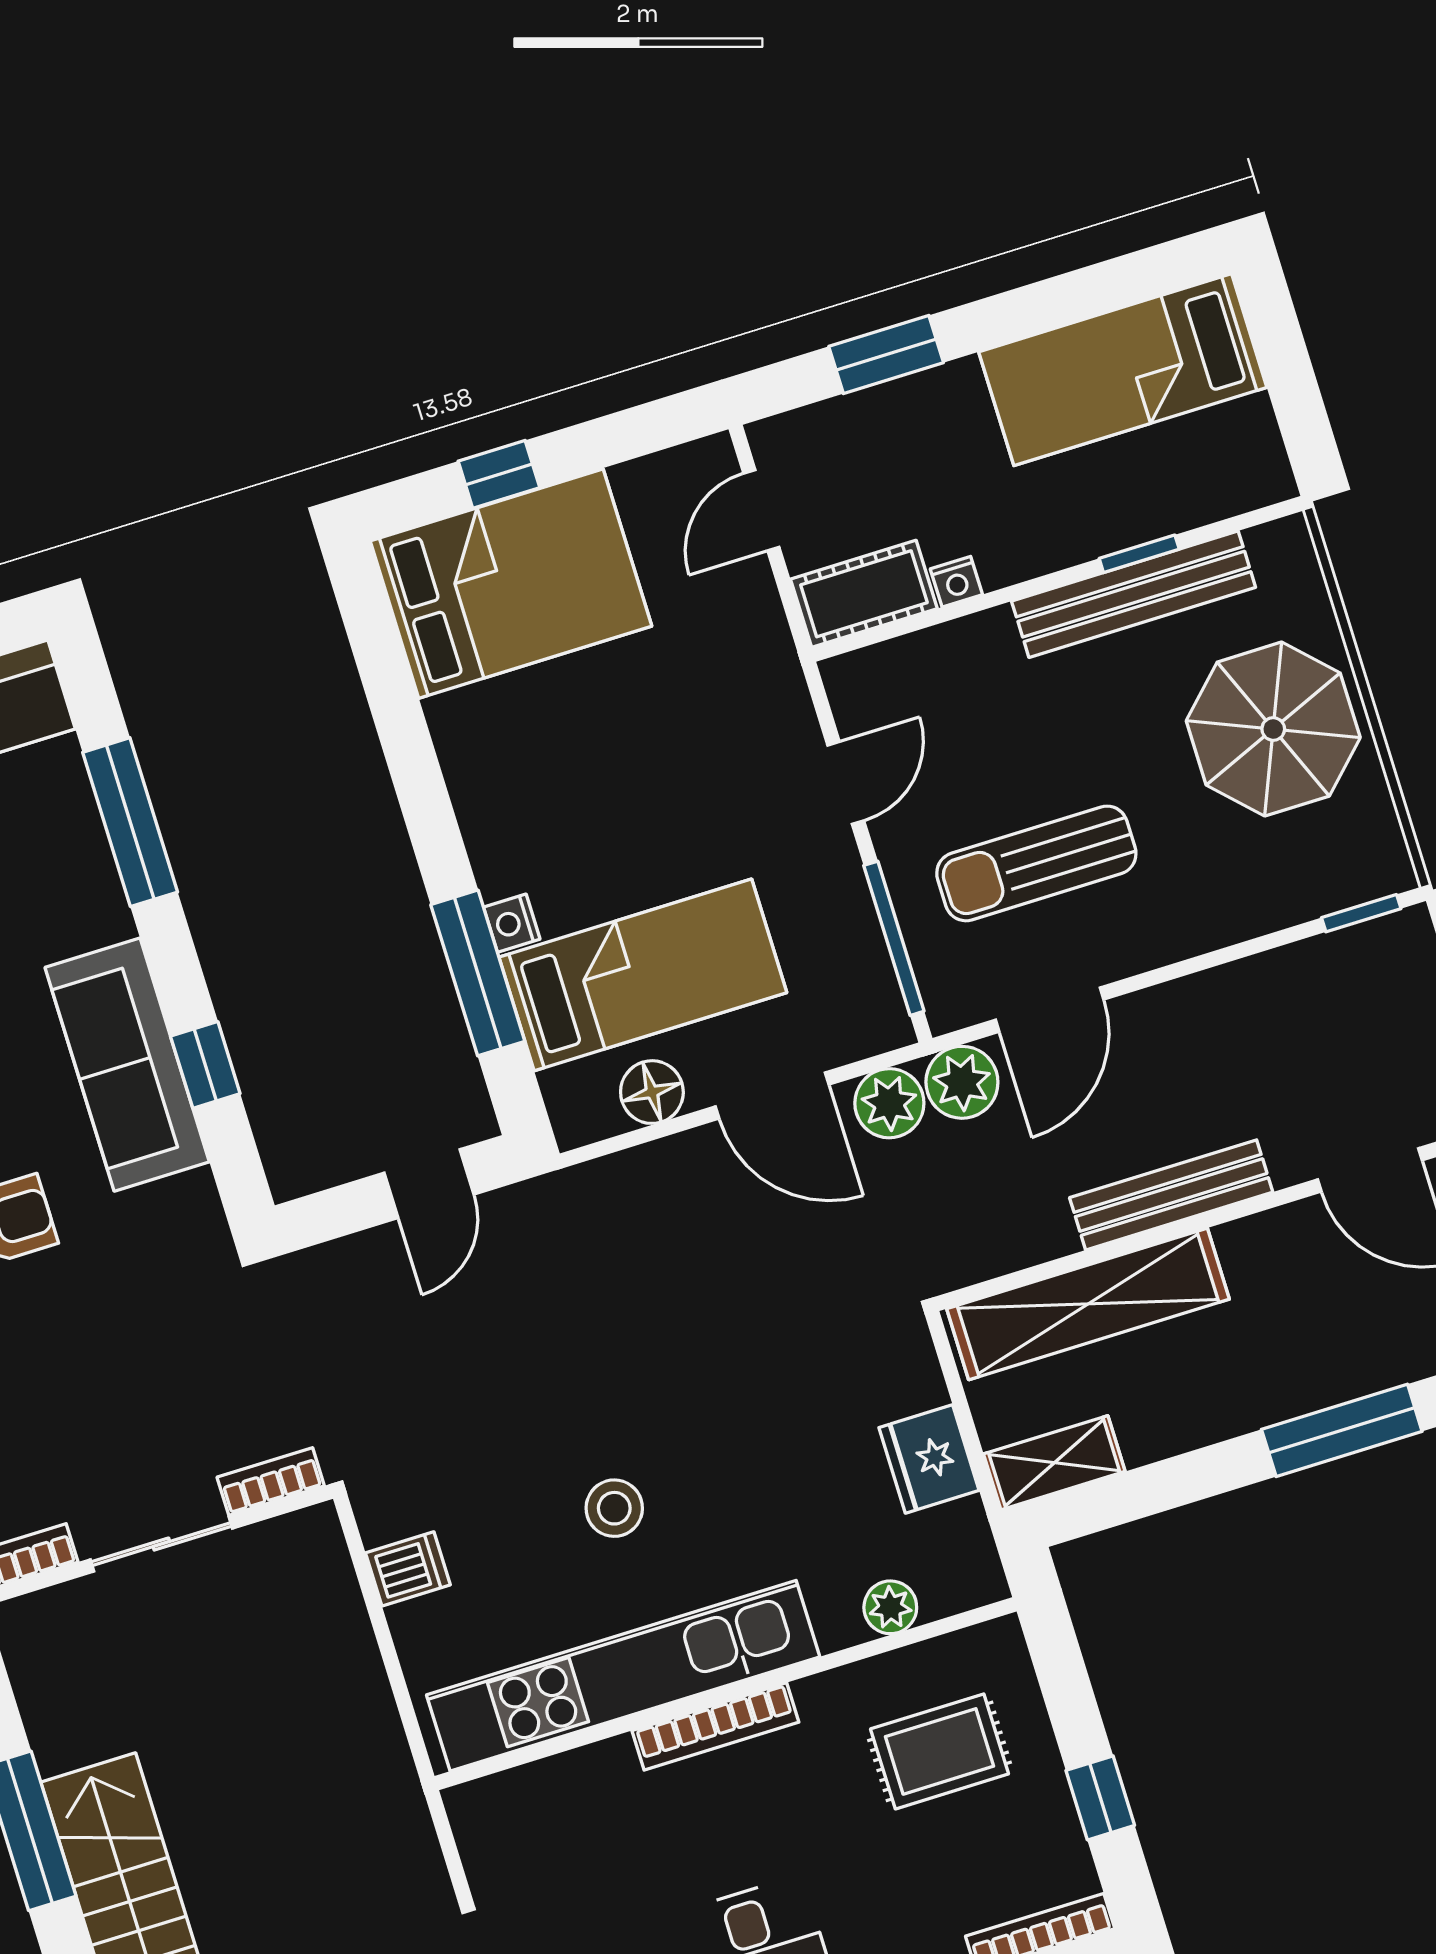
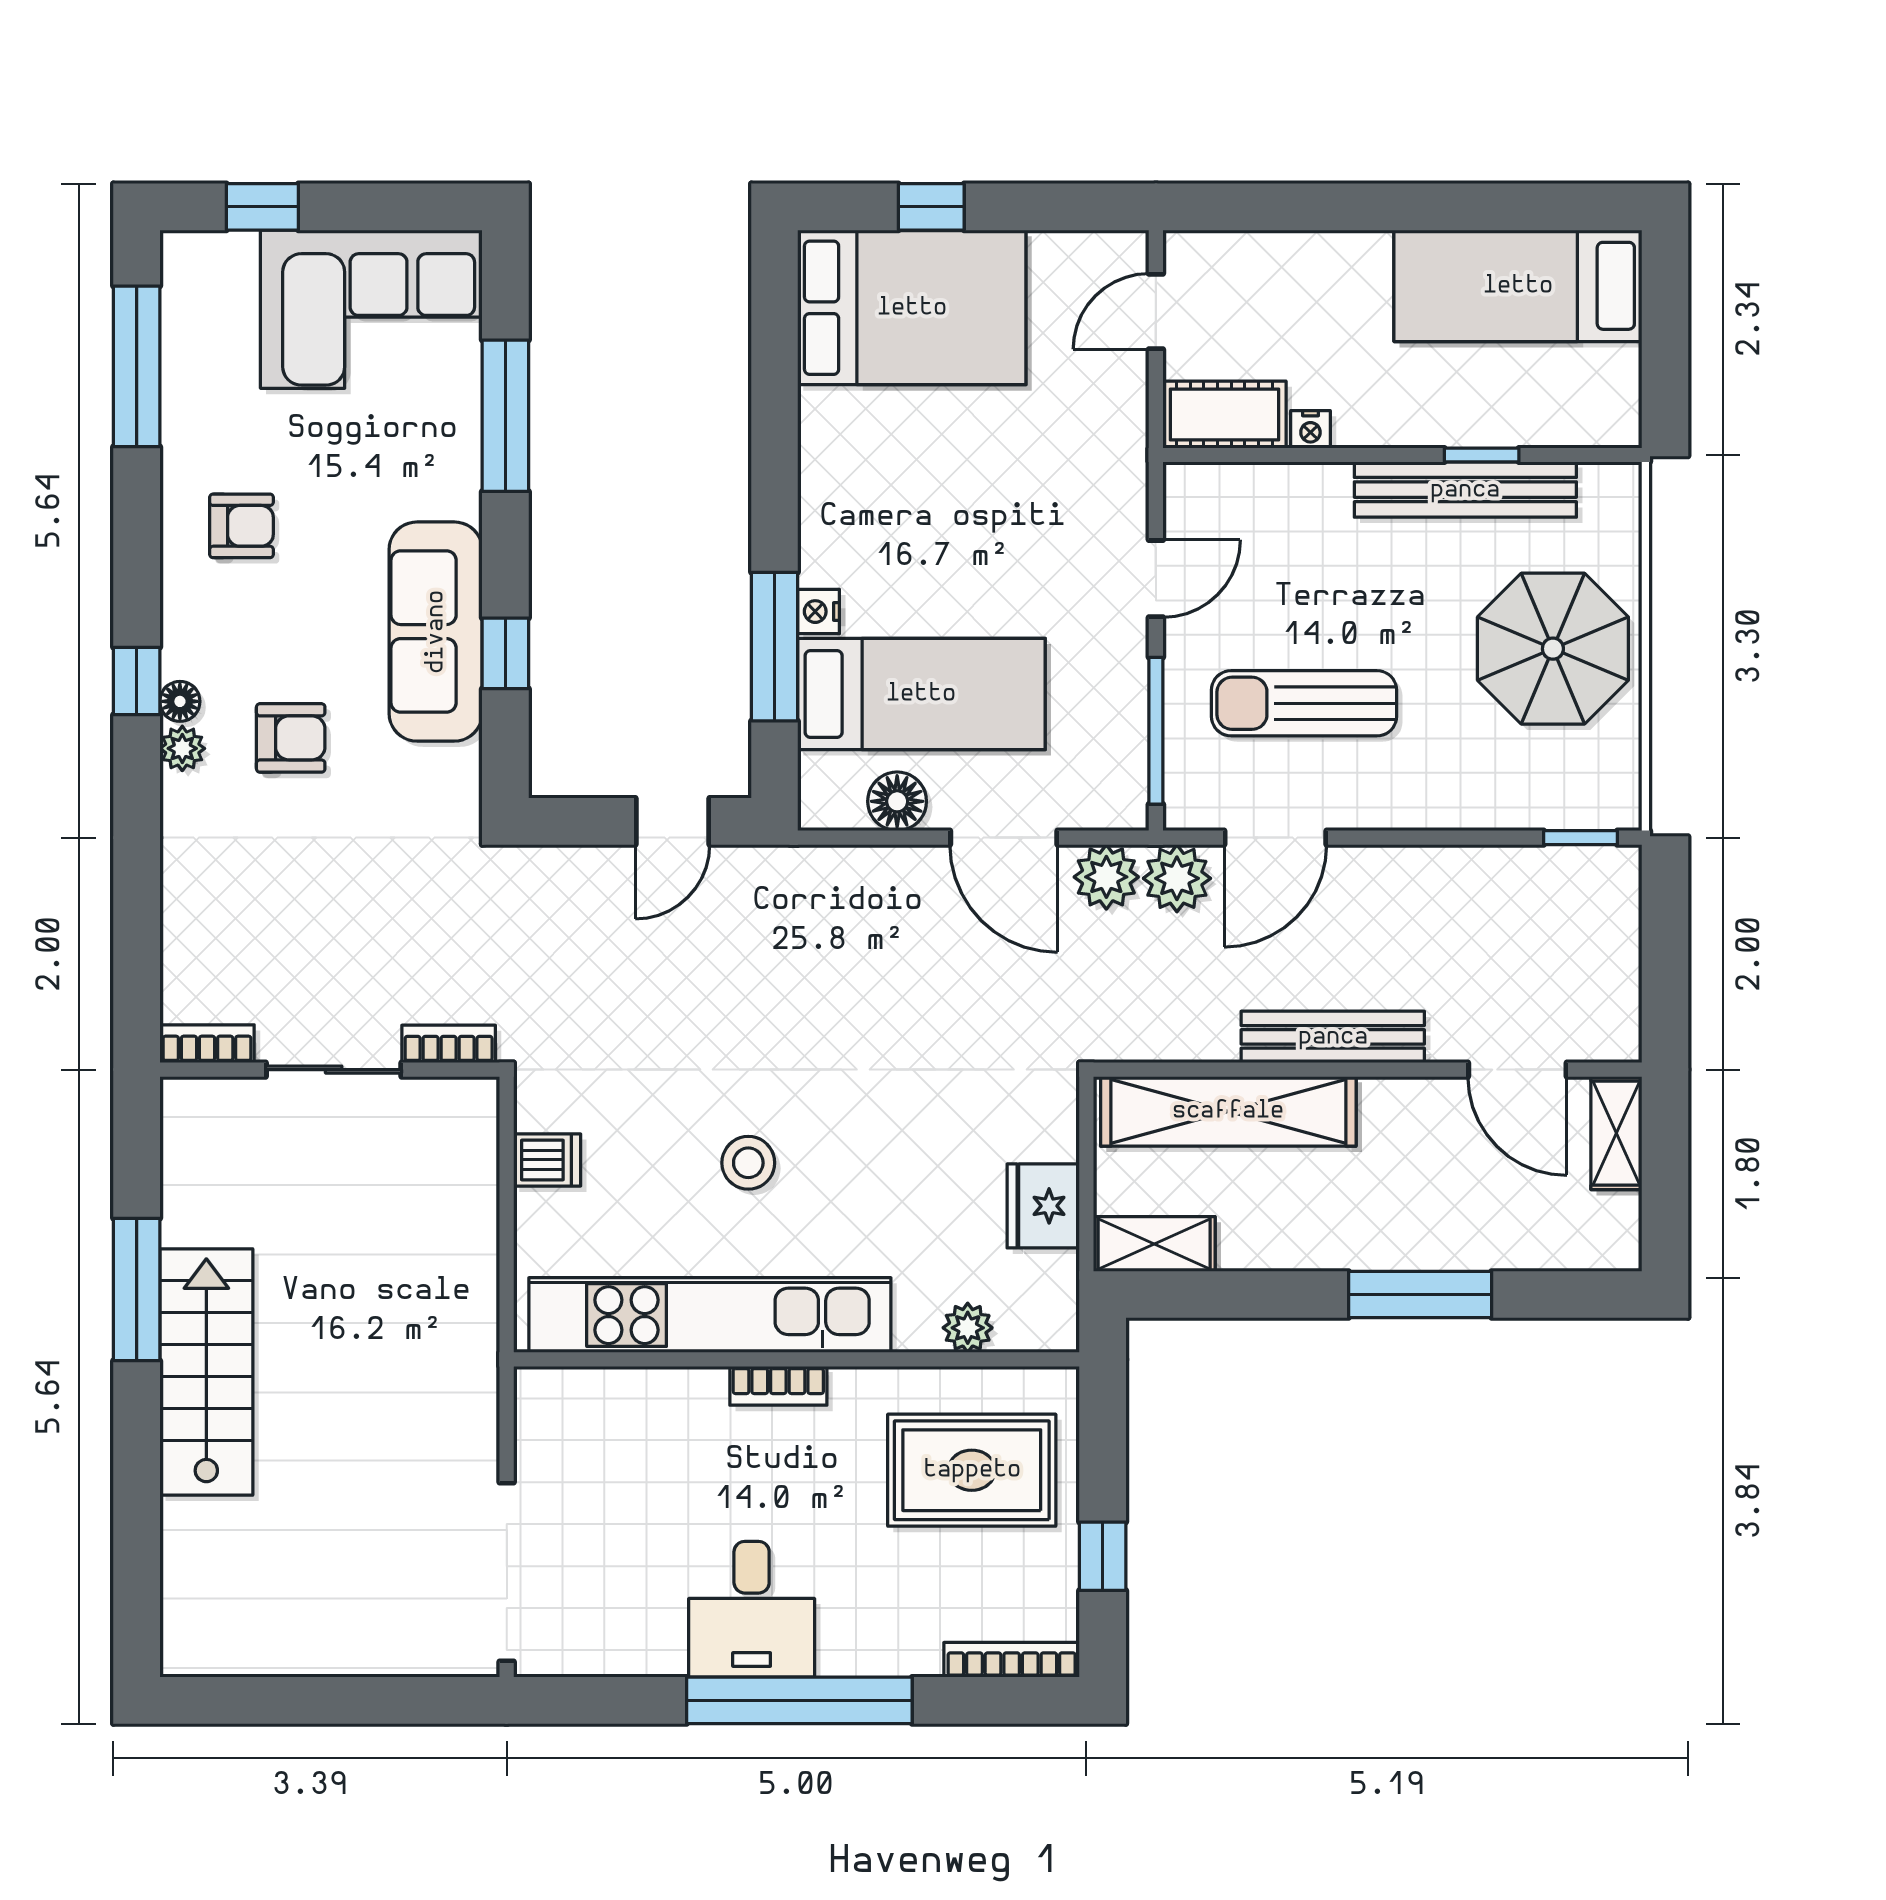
window: (886, 355) -> (1311, 207), removed
bookcase: (715, 1726) -> (778, 1386), width x0.64
rug: (940, 1751) -> (972, 1470), width x1.36, depth x1.43

